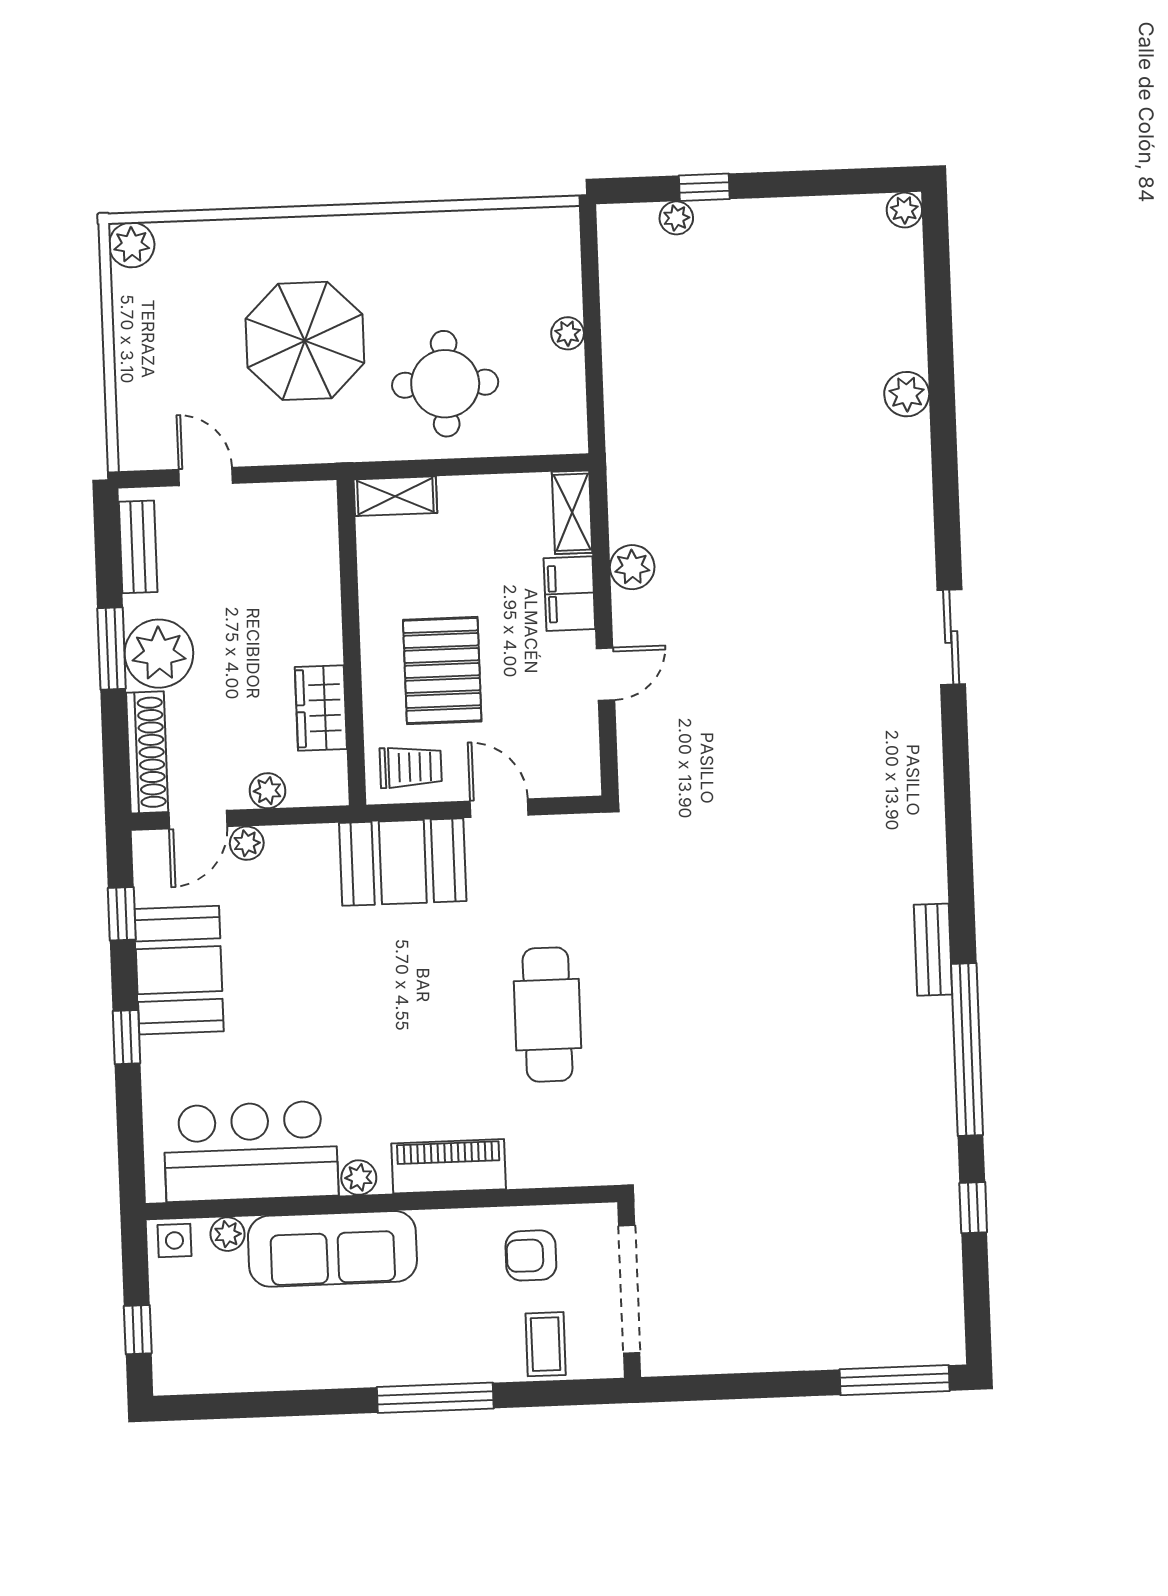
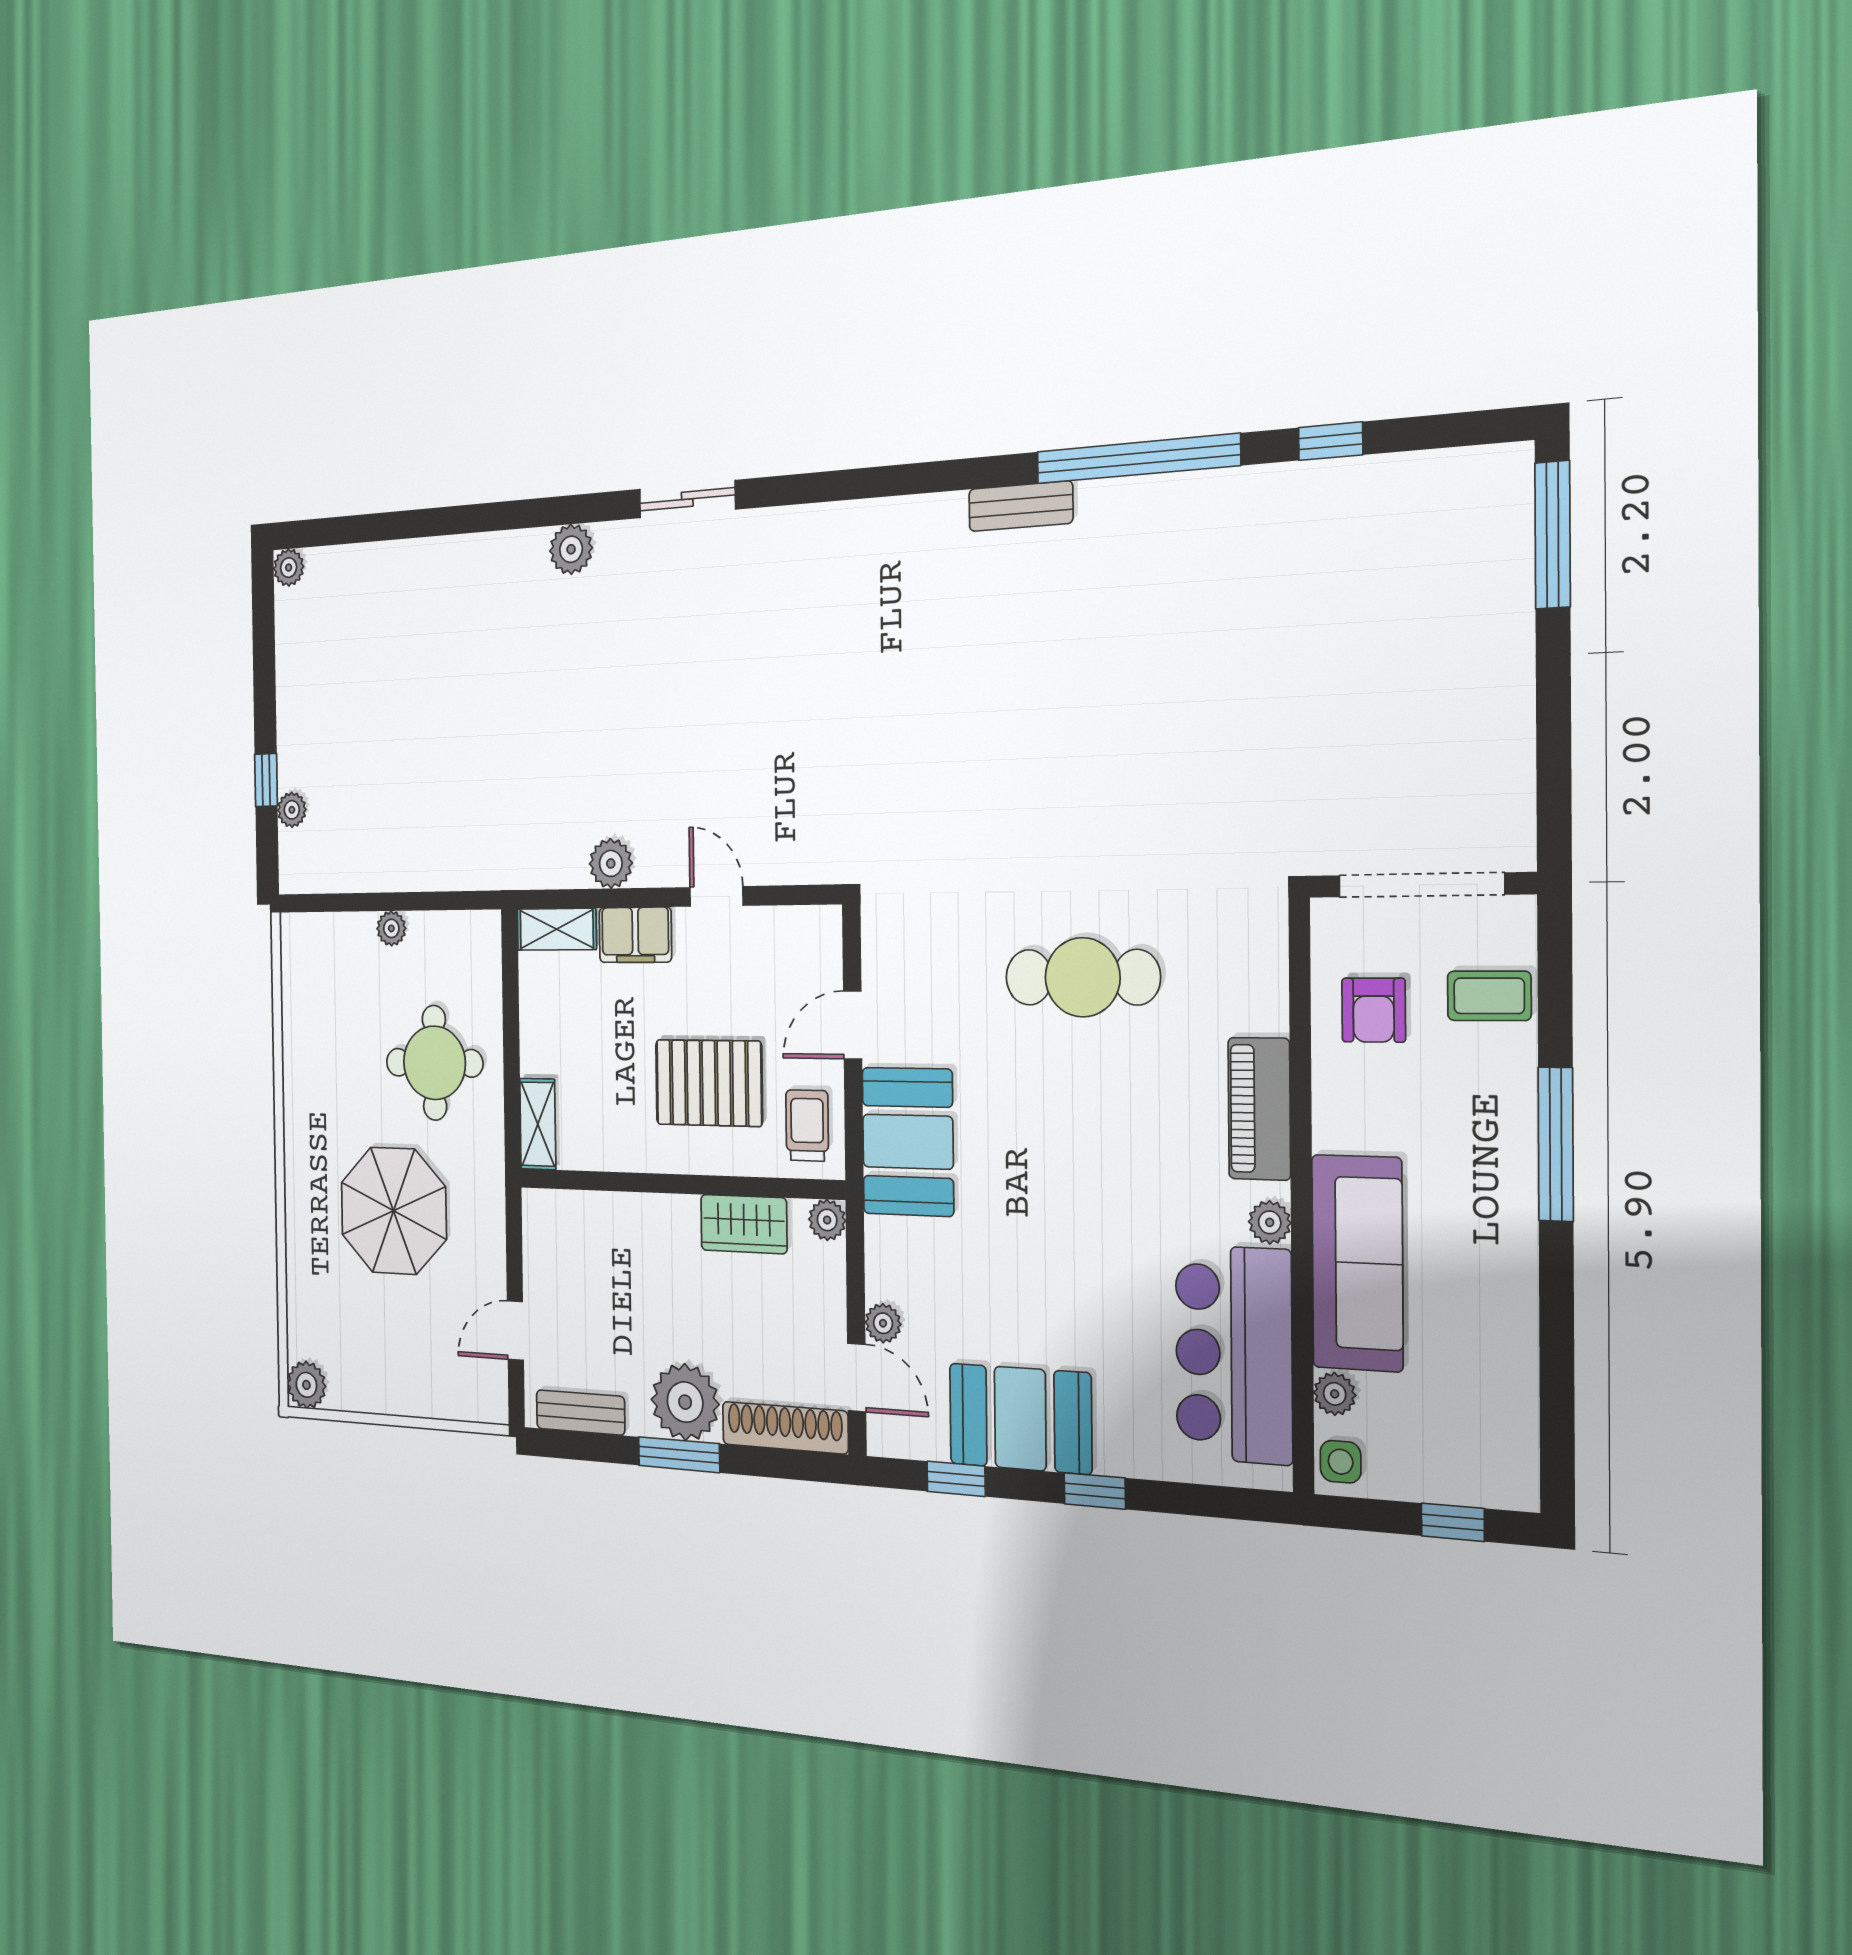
plant: (907, 394) -> (571, 549), moved
plant: (268, 791) -> (827, 1220), moved

